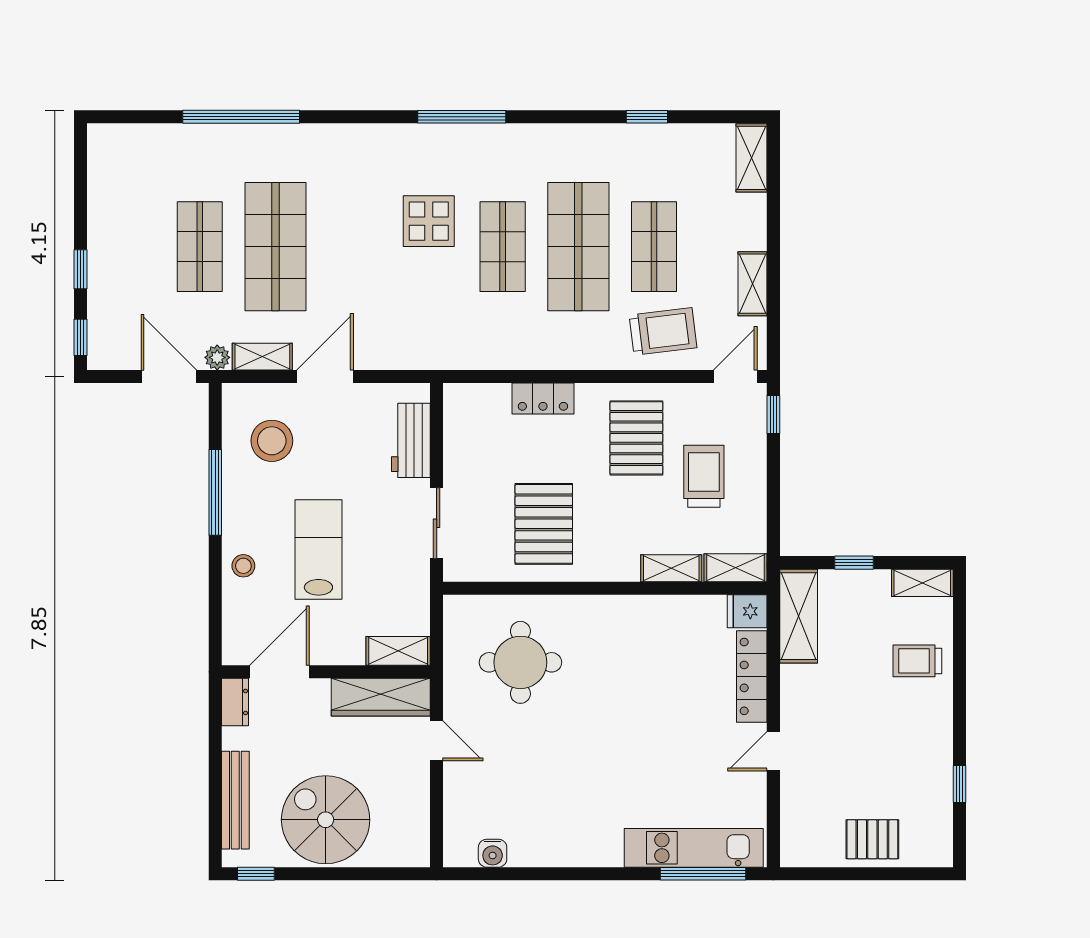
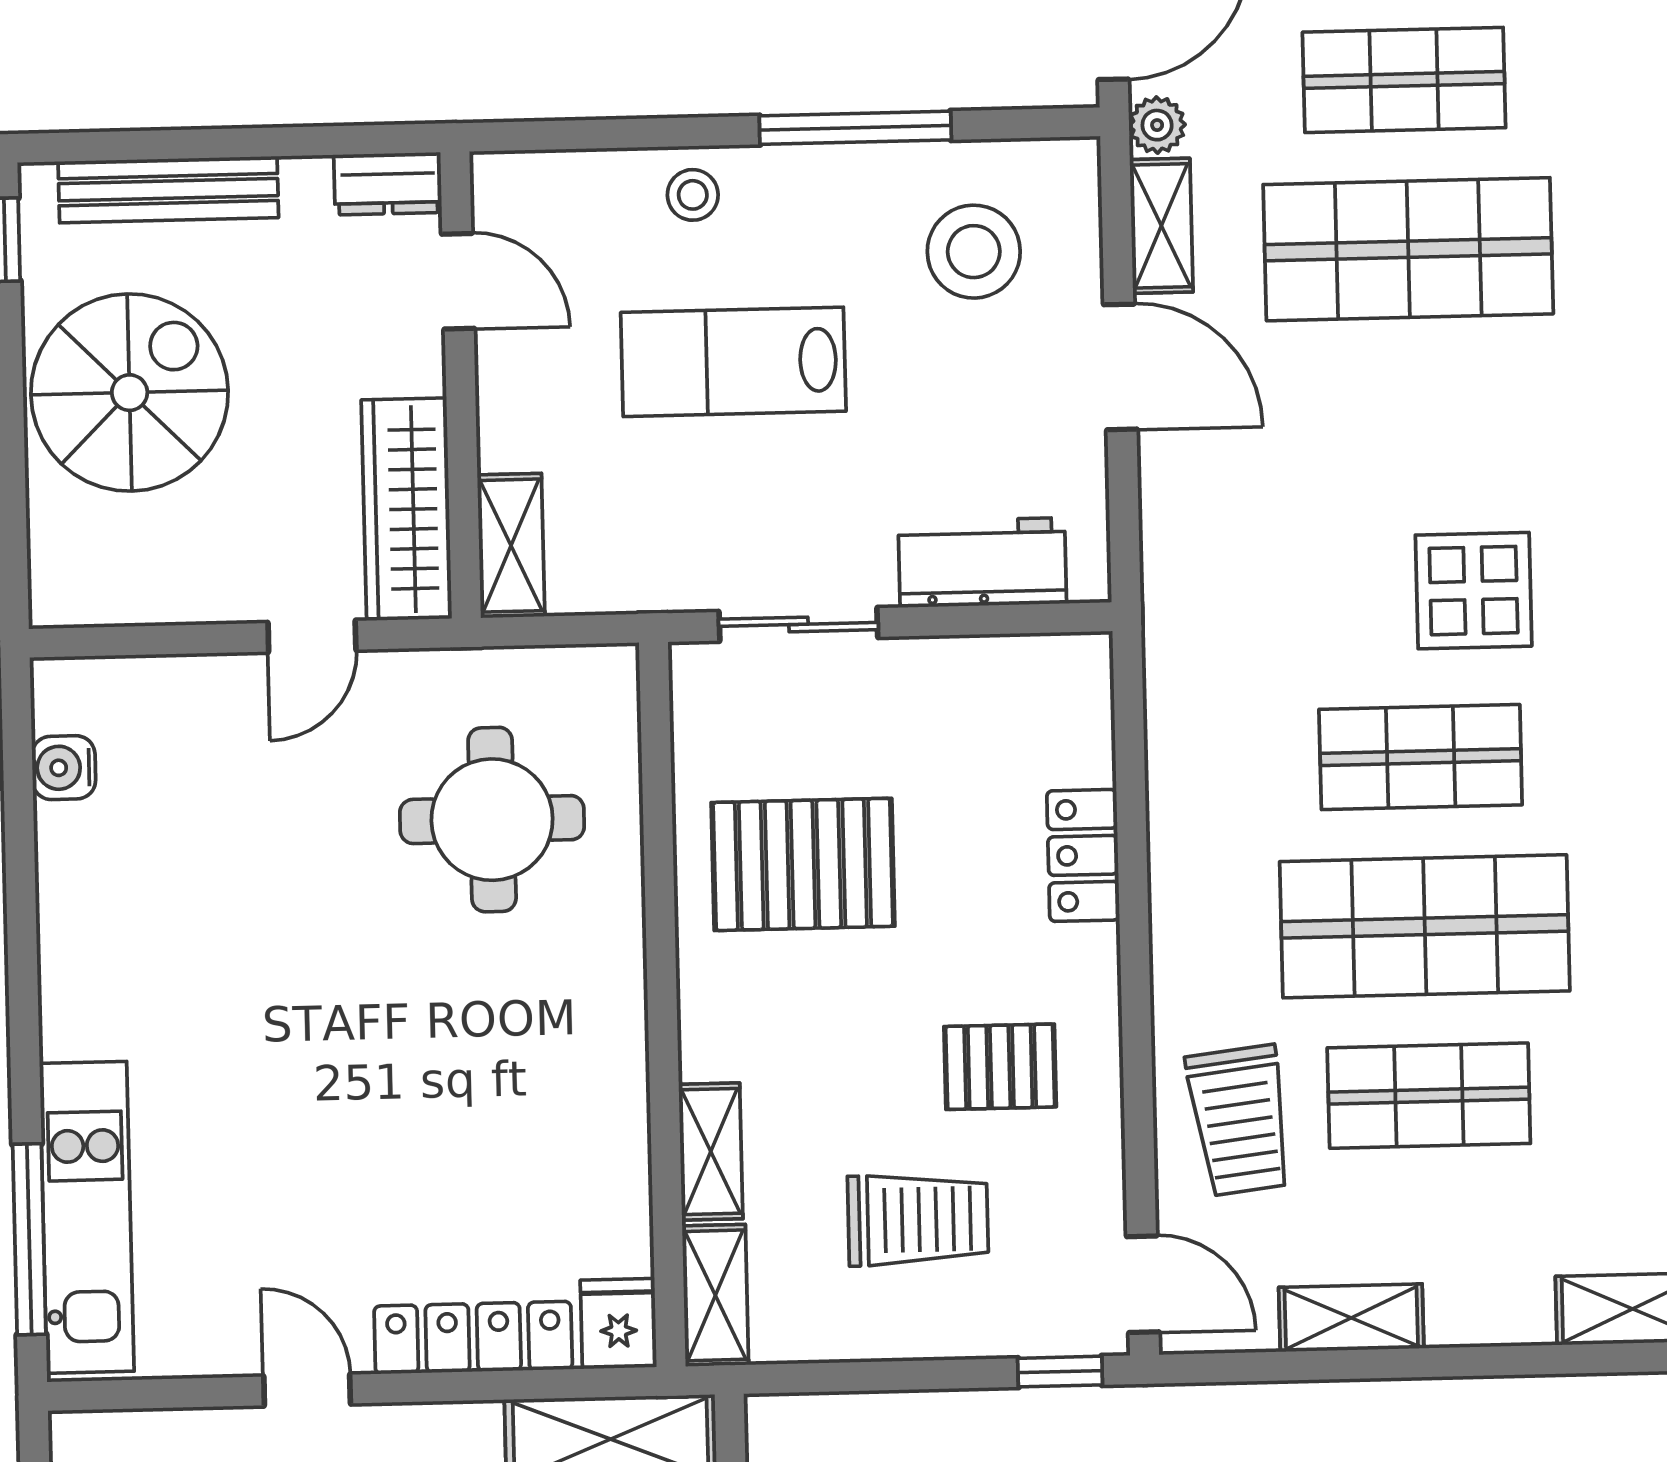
pallet: (636, 438) -> (1000, 1067), width x0.67, depth x0.71
lab bench: (318, 549) -> (733, 362), turned 180
door: (279, 672) -> (458, 281), width x0.73

